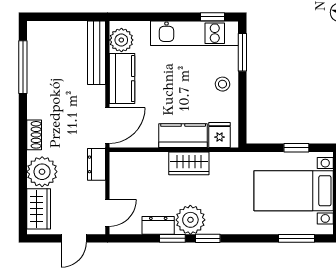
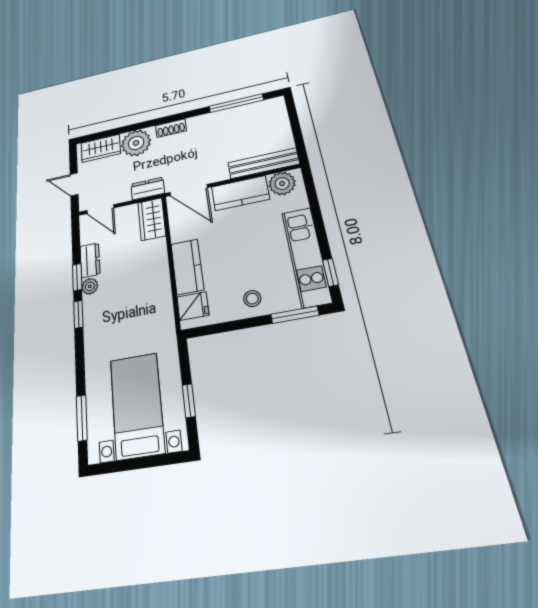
wardrobe: (189, 163) -> (152, 219), moved
plant: (190, 220) -> (90, 286), width x0.53, depth x0.53

